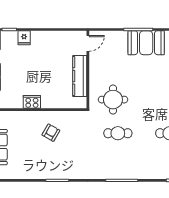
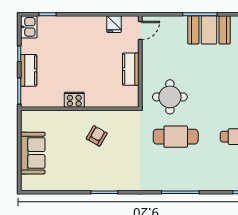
fridge: (24, 38) -> (114, 24), moved
kitchen counter: (80, 76) -> (131, 69), width x0.67
cafe table: (118, 133) -> (176, 137), width x1.37, depth x1.35

